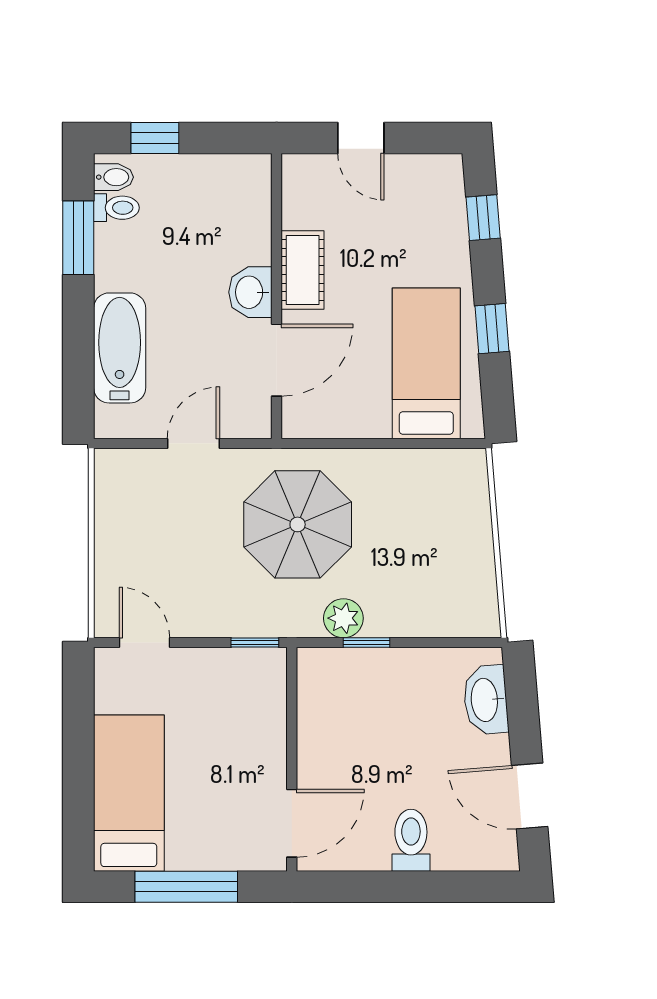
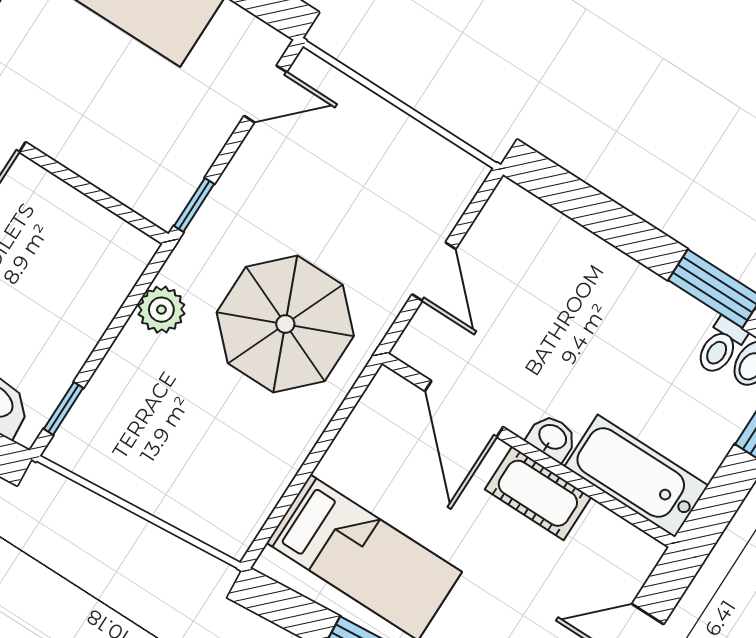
washbasin: (250, 292) -> (552, 438), width x0.72, depth x0.69
bathtub: (120, 348) -> (636, 476), moved, turned 180
window: (367, 643) -> (63, 408), moved

